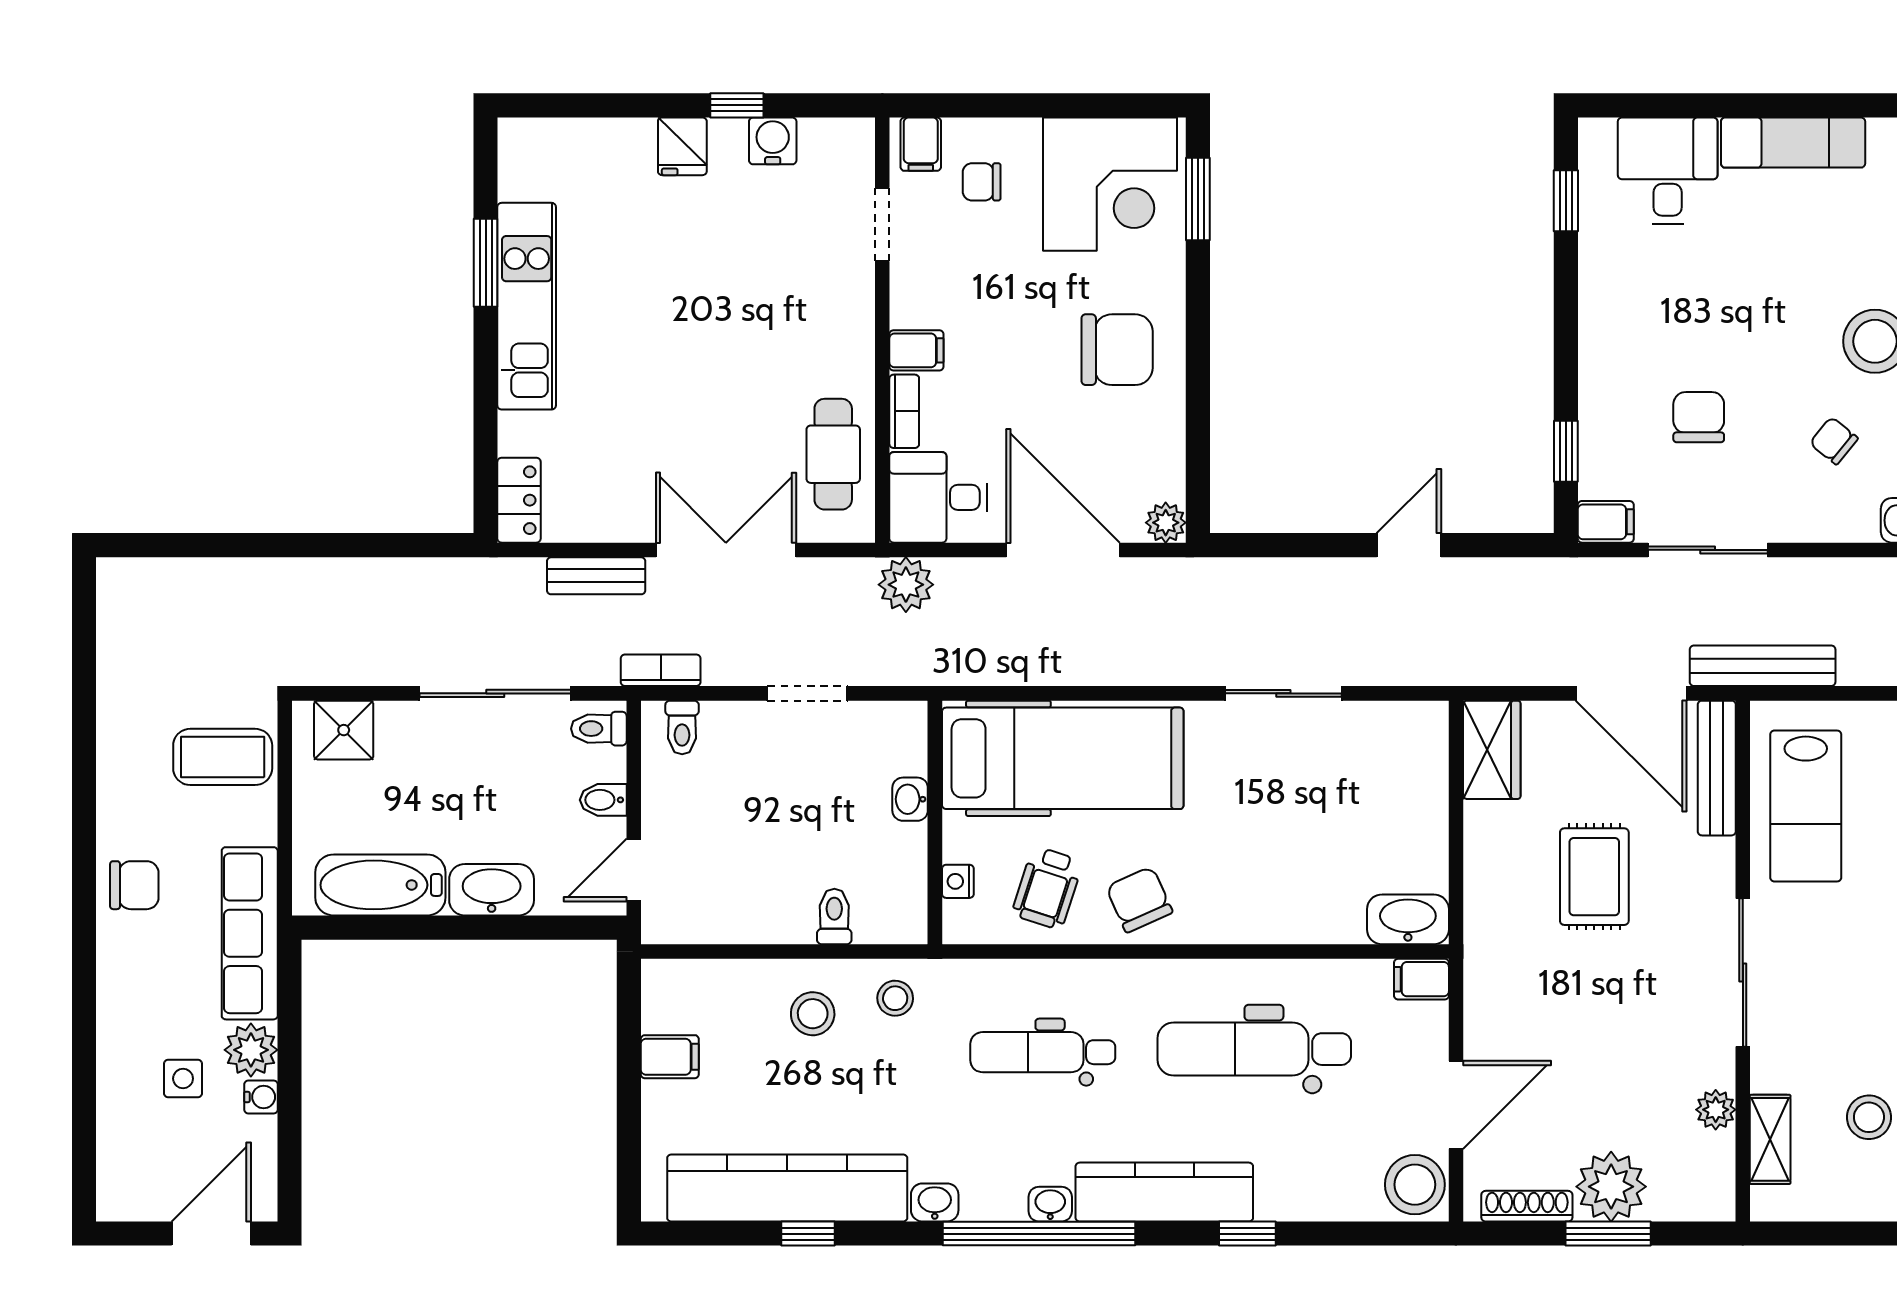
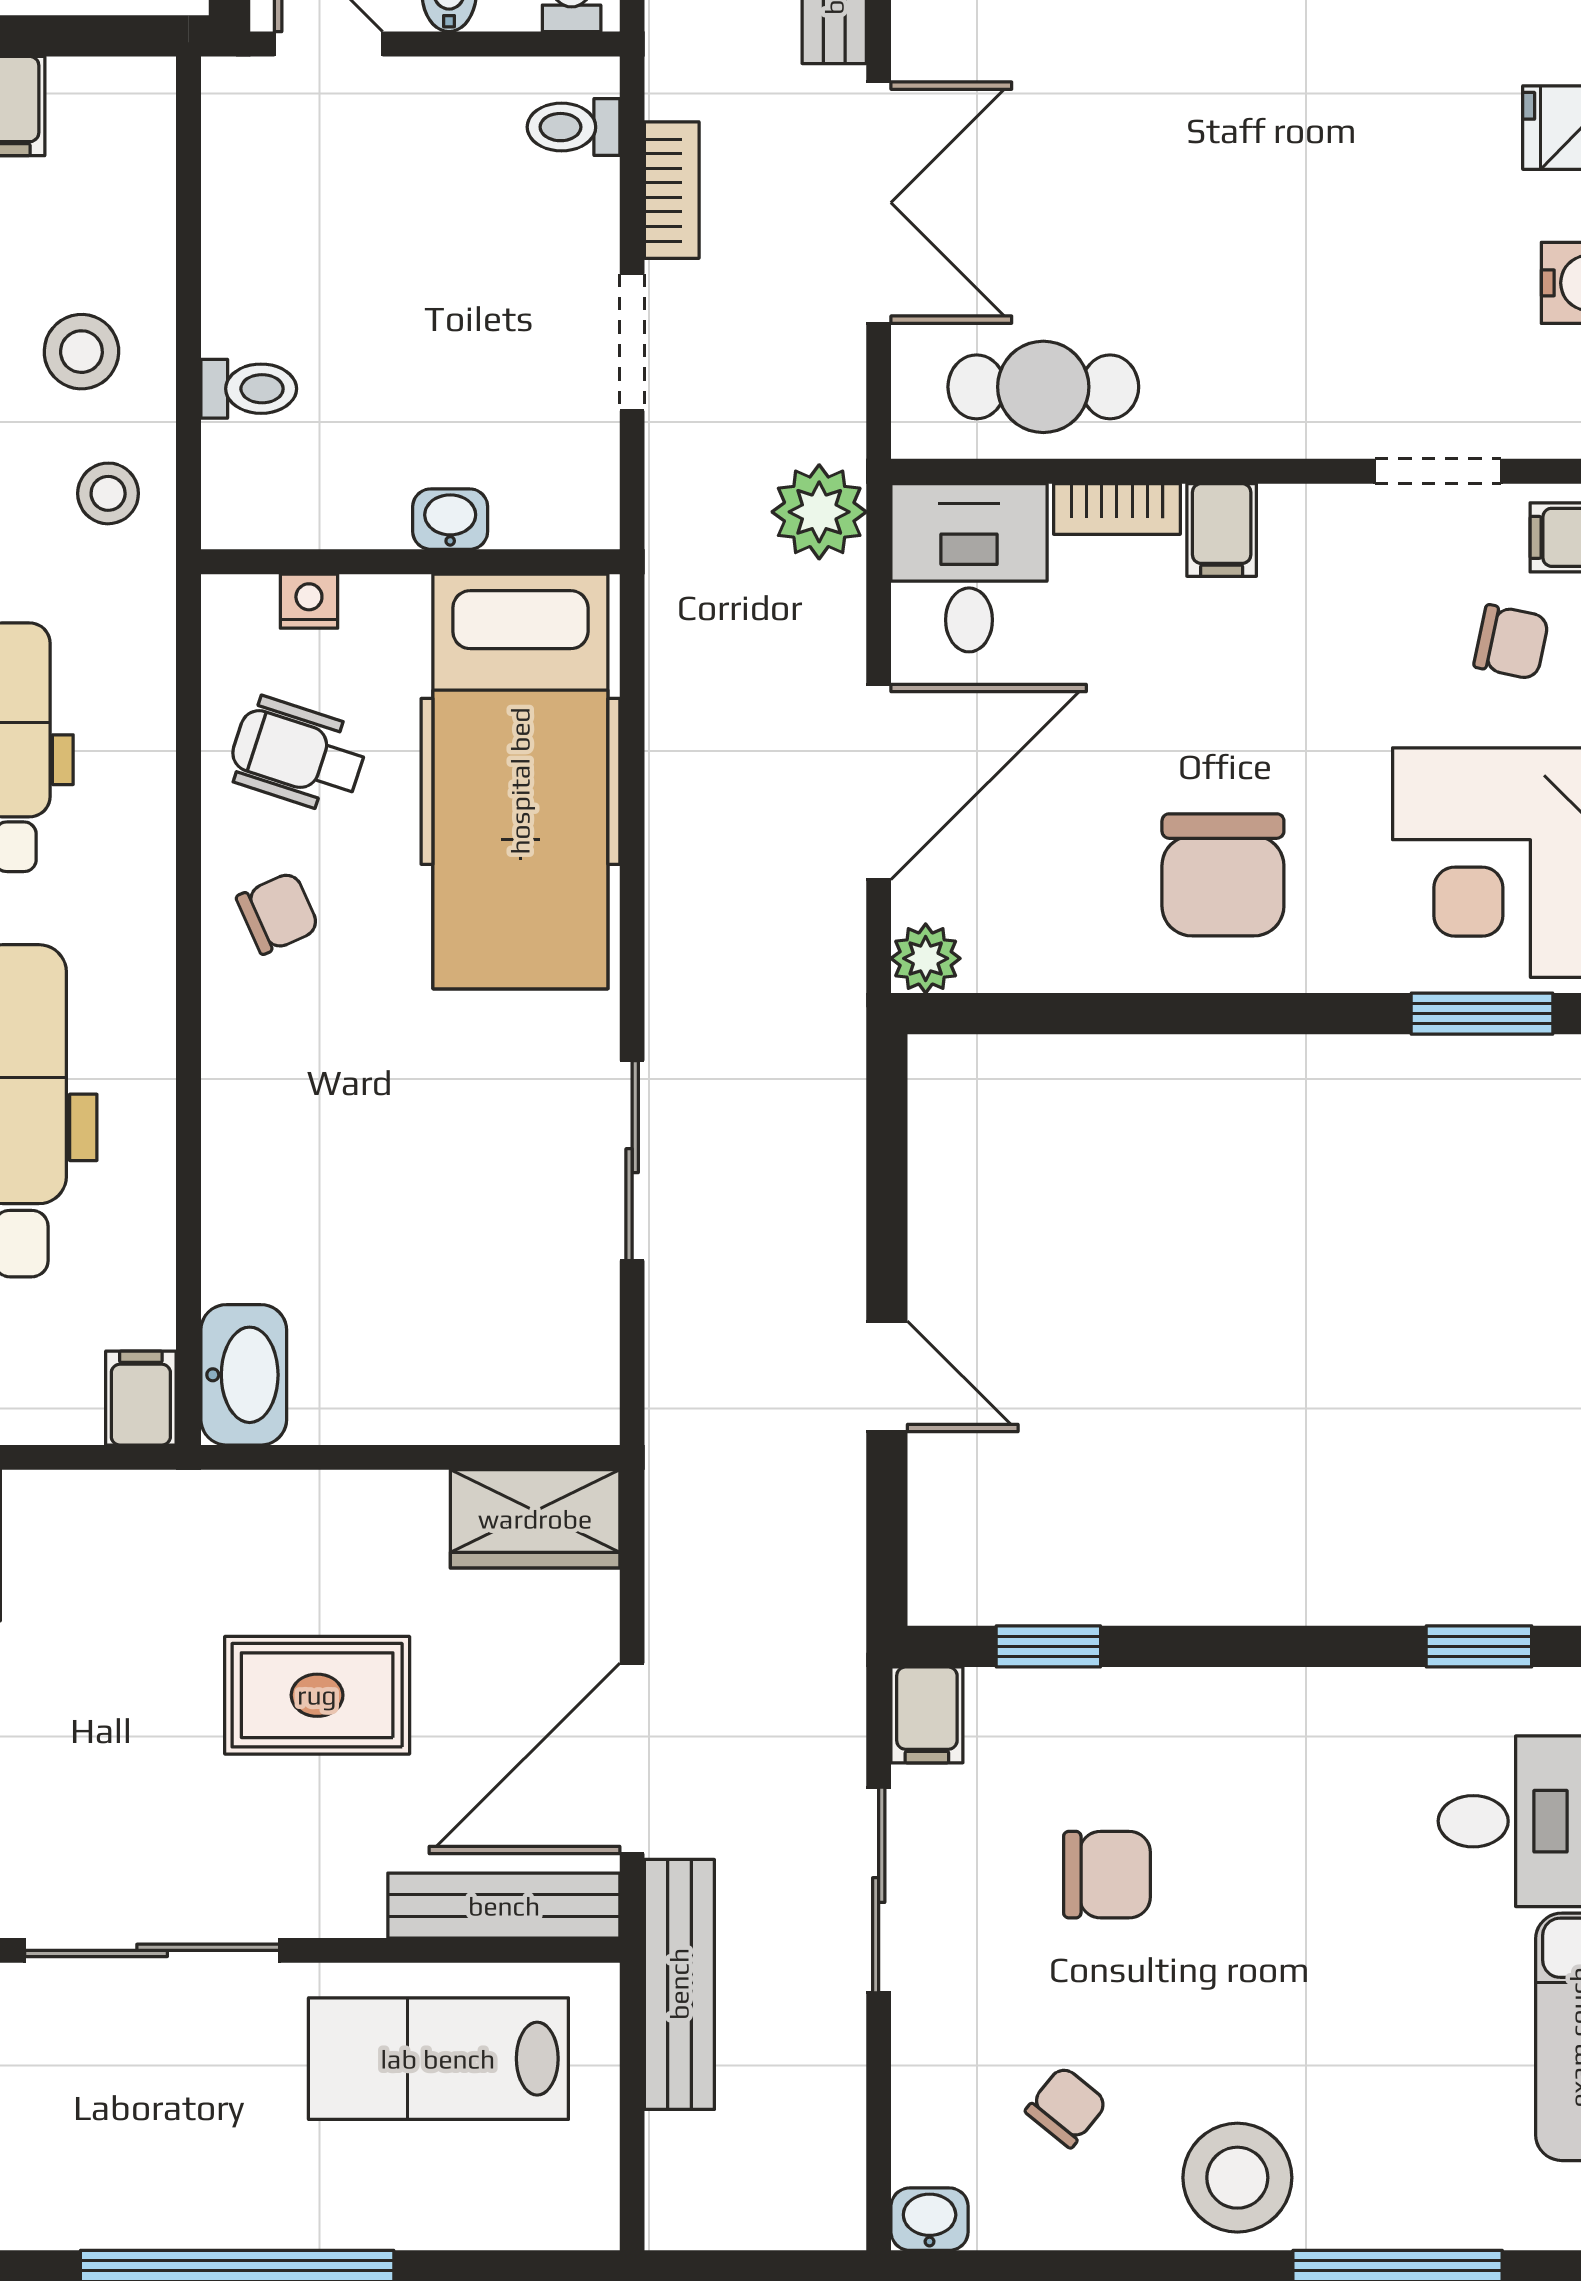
chair: (982, 182) -> (1511, 642), turned 102
bookcase: (661, 670) -> (672, 190), moved
chair: (1139, 899) -> (278, 913), width x0.73, depth x0.73

